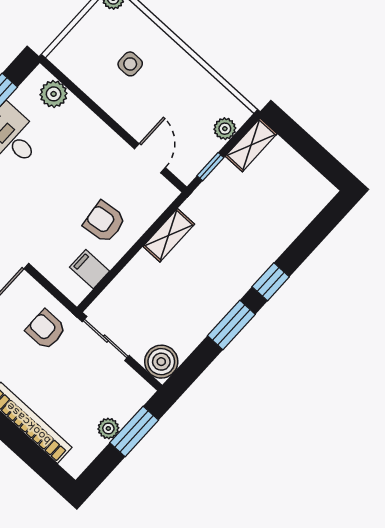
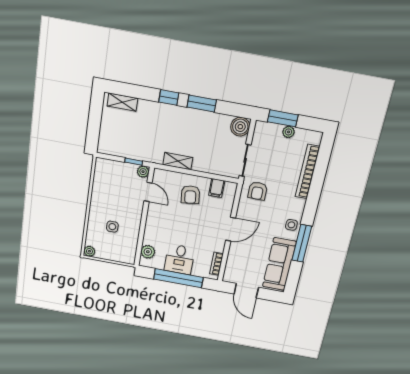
plant: (225, 129) -> (143, 172), moved
shelving: (251, 145) -> (122, 102), moved
door: (150, 158) -> (148, 192), swing flipped

